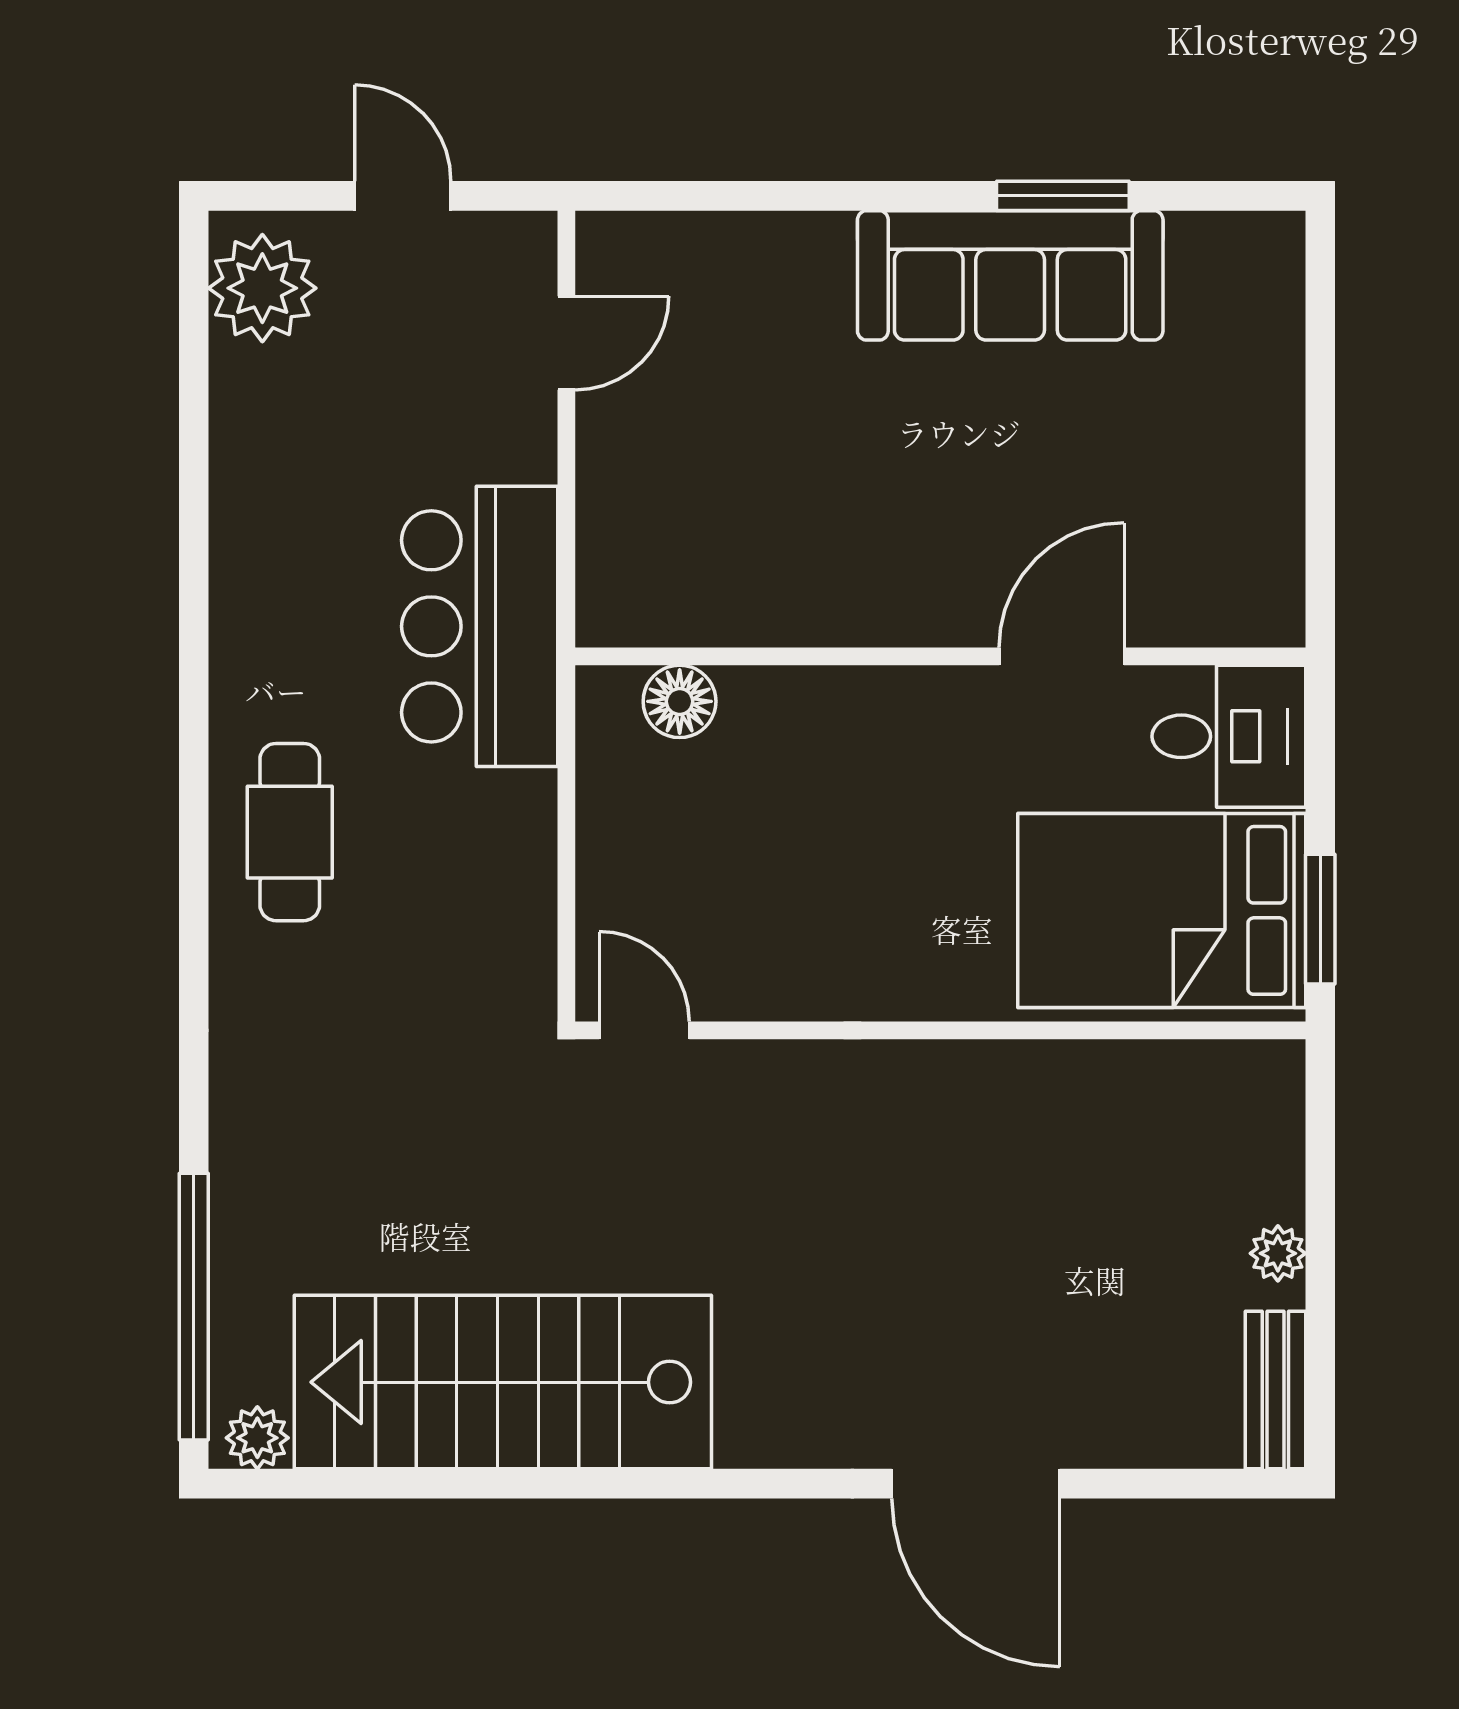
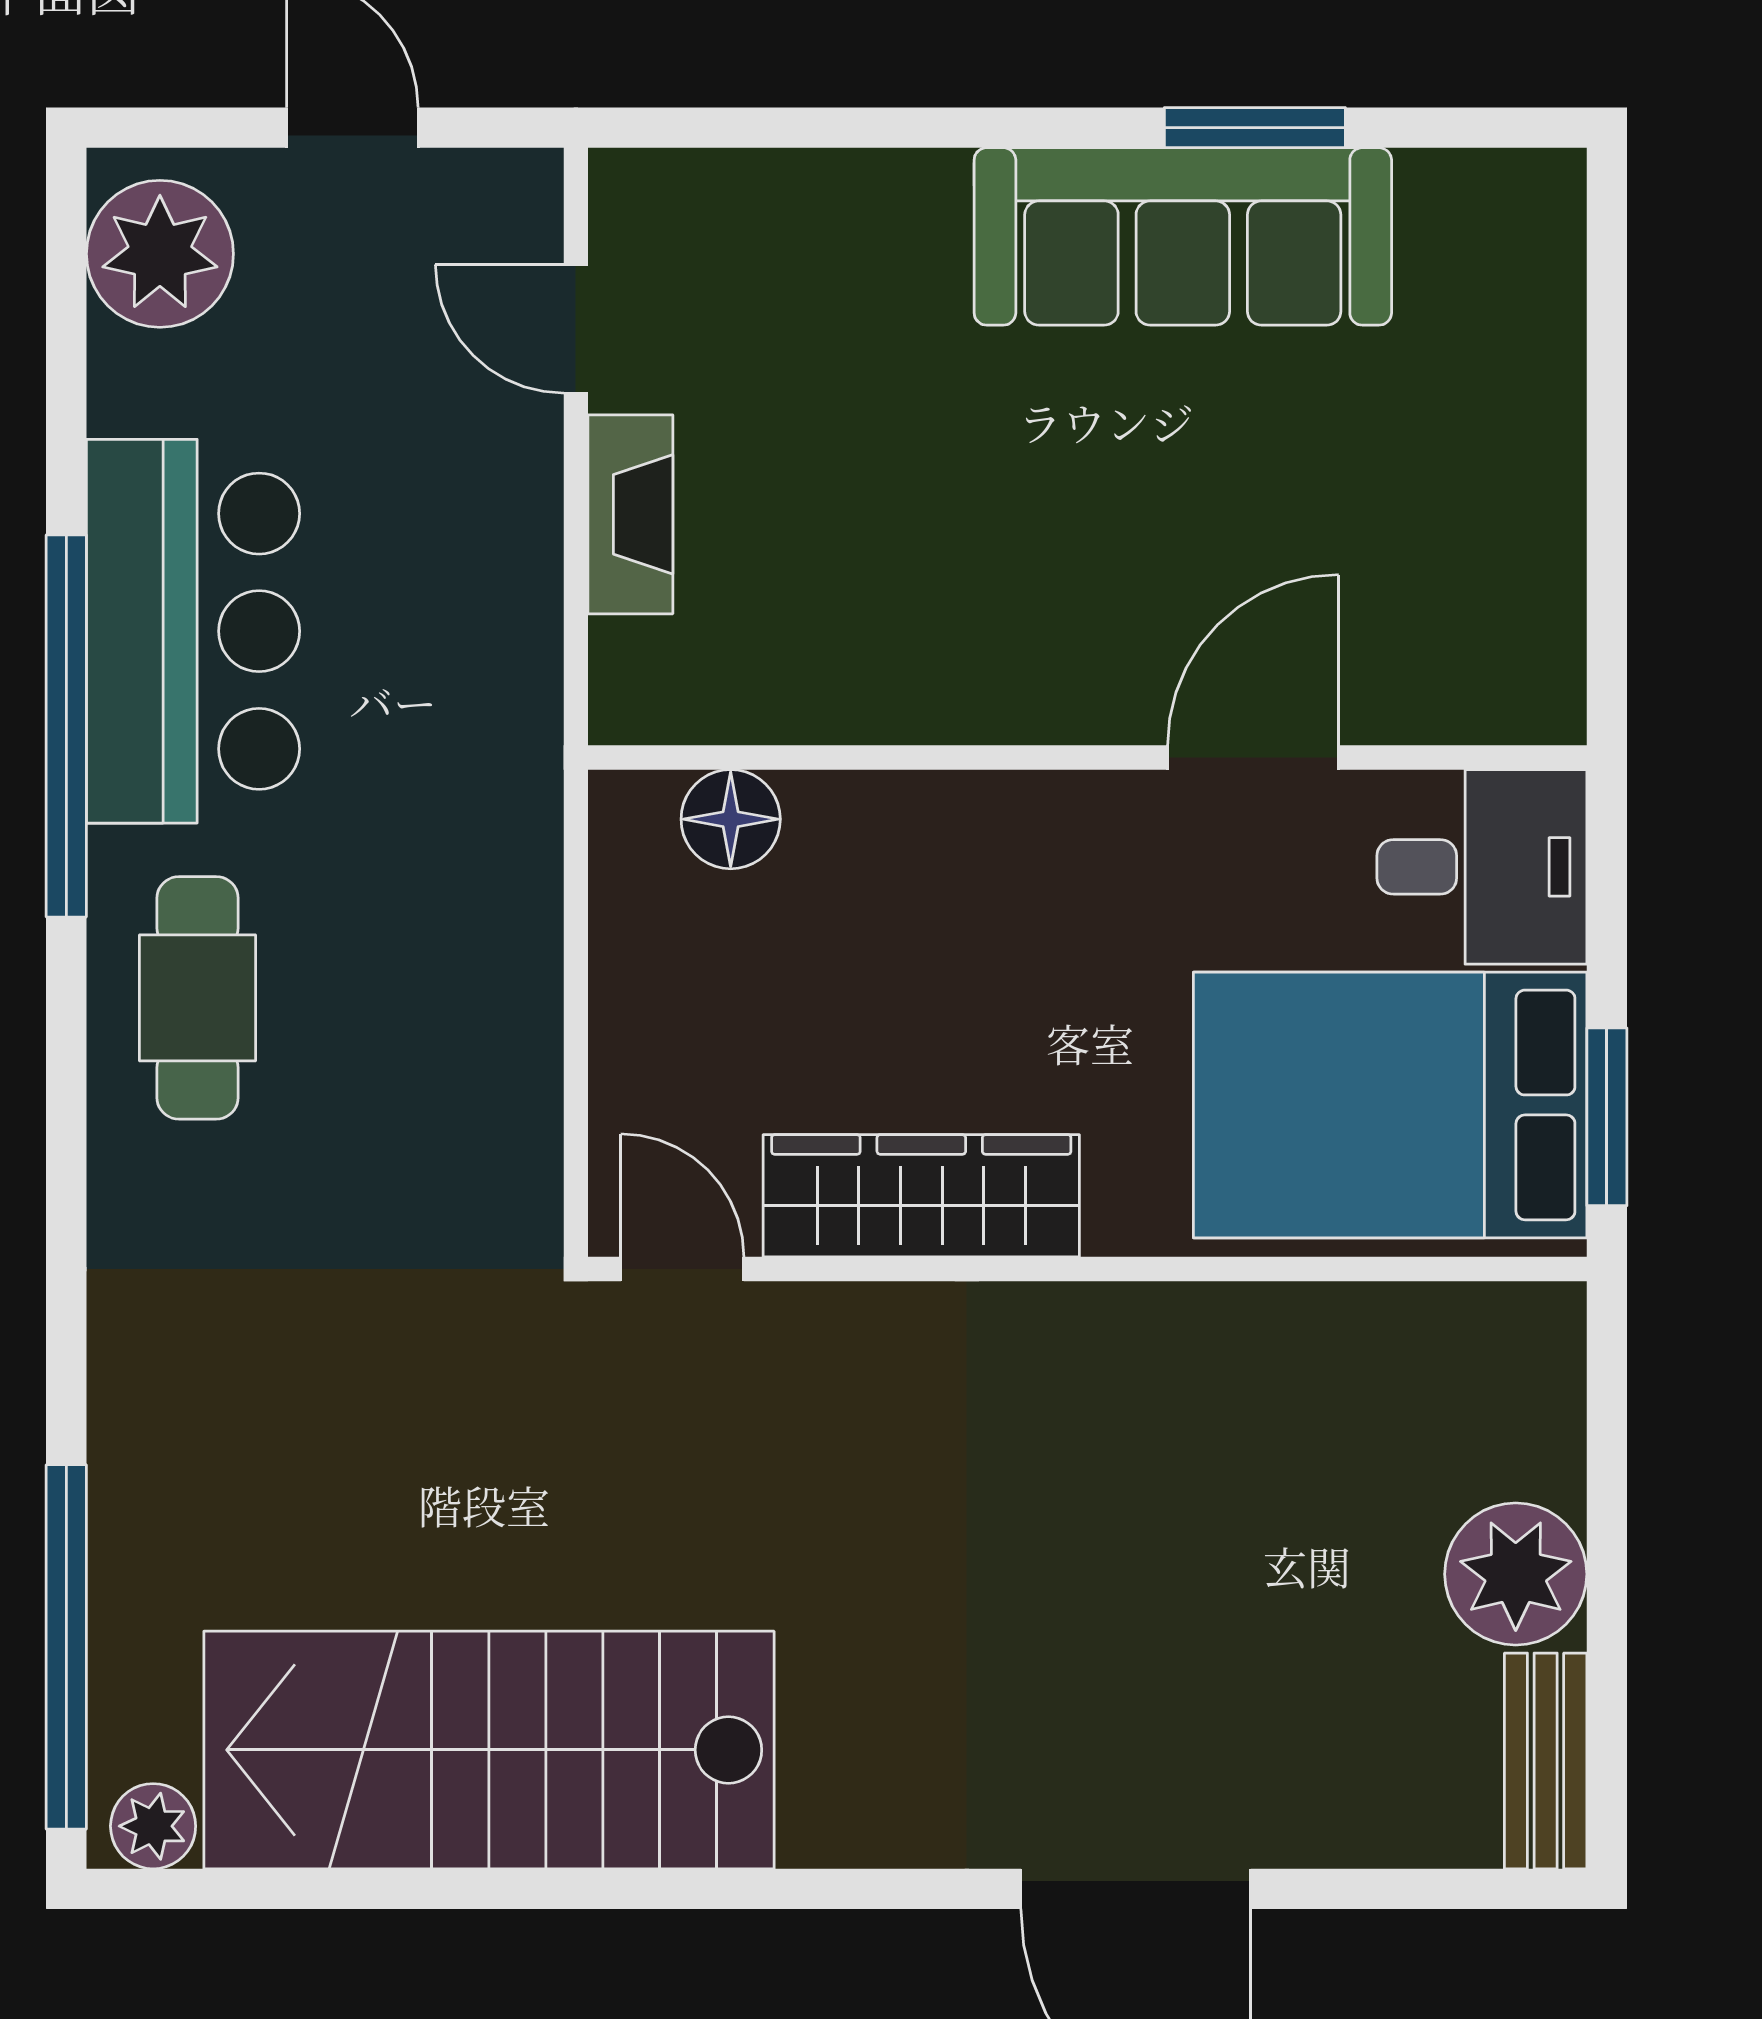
door: (566, 343) -> (576, 329), swing flipped
fireplace: (606, 479) -> (630, 514), added
bar counter: (480, 626) -> (193, 631), moved, turned 180
window: (194, 633) -> (66, 726), added
wardrobe: (819, 977) -> (921, 1196), added
plant: (1278, 1253) -> (1516, 1574), width x1.88, depth x1.88

